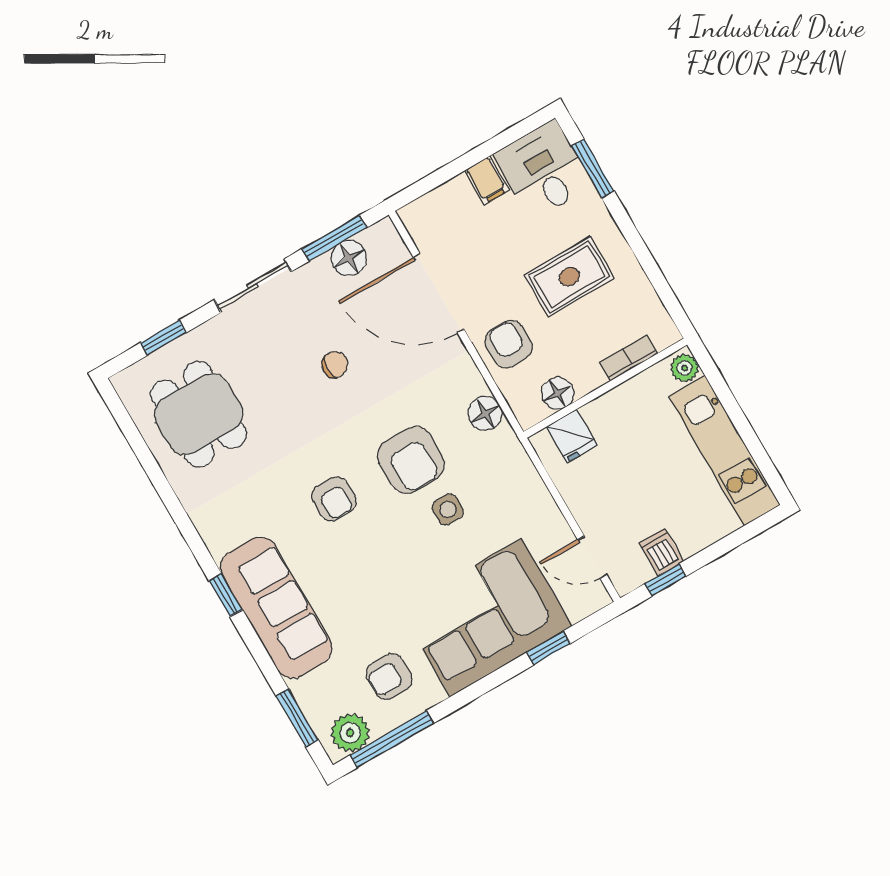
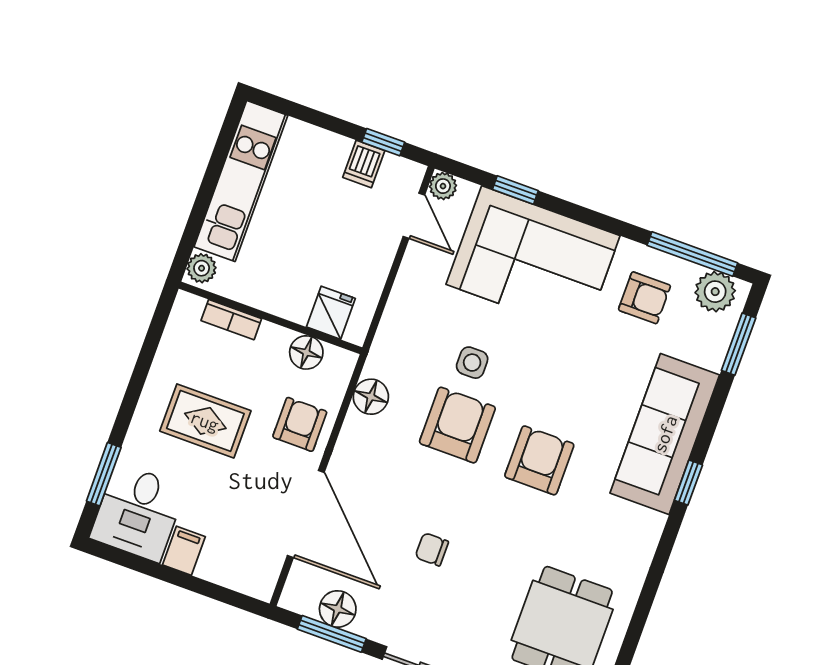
armchair: (509, 344) -> (300, 424), turned 180
armchair: (334, 499) -> (539, 460), width x1.38, depth x1.38
plant: (596, 597) -> (443, 186), added

